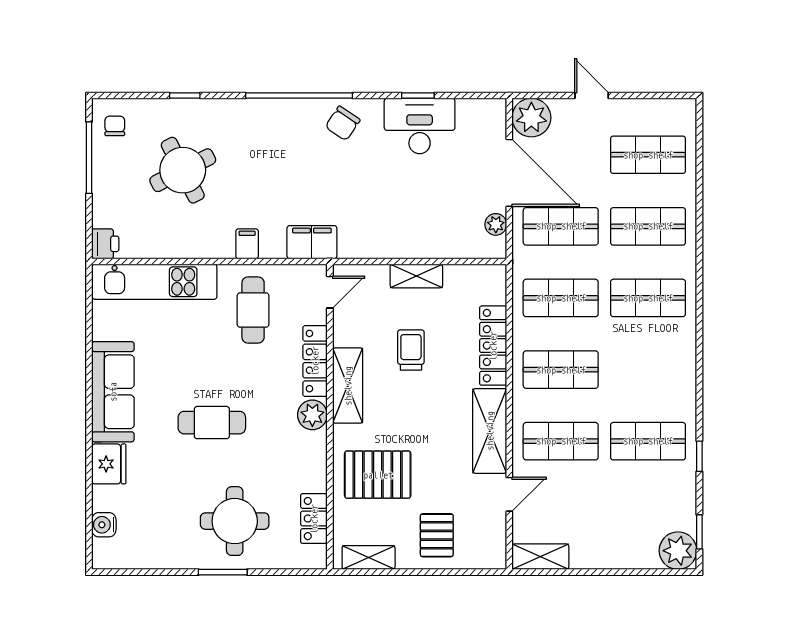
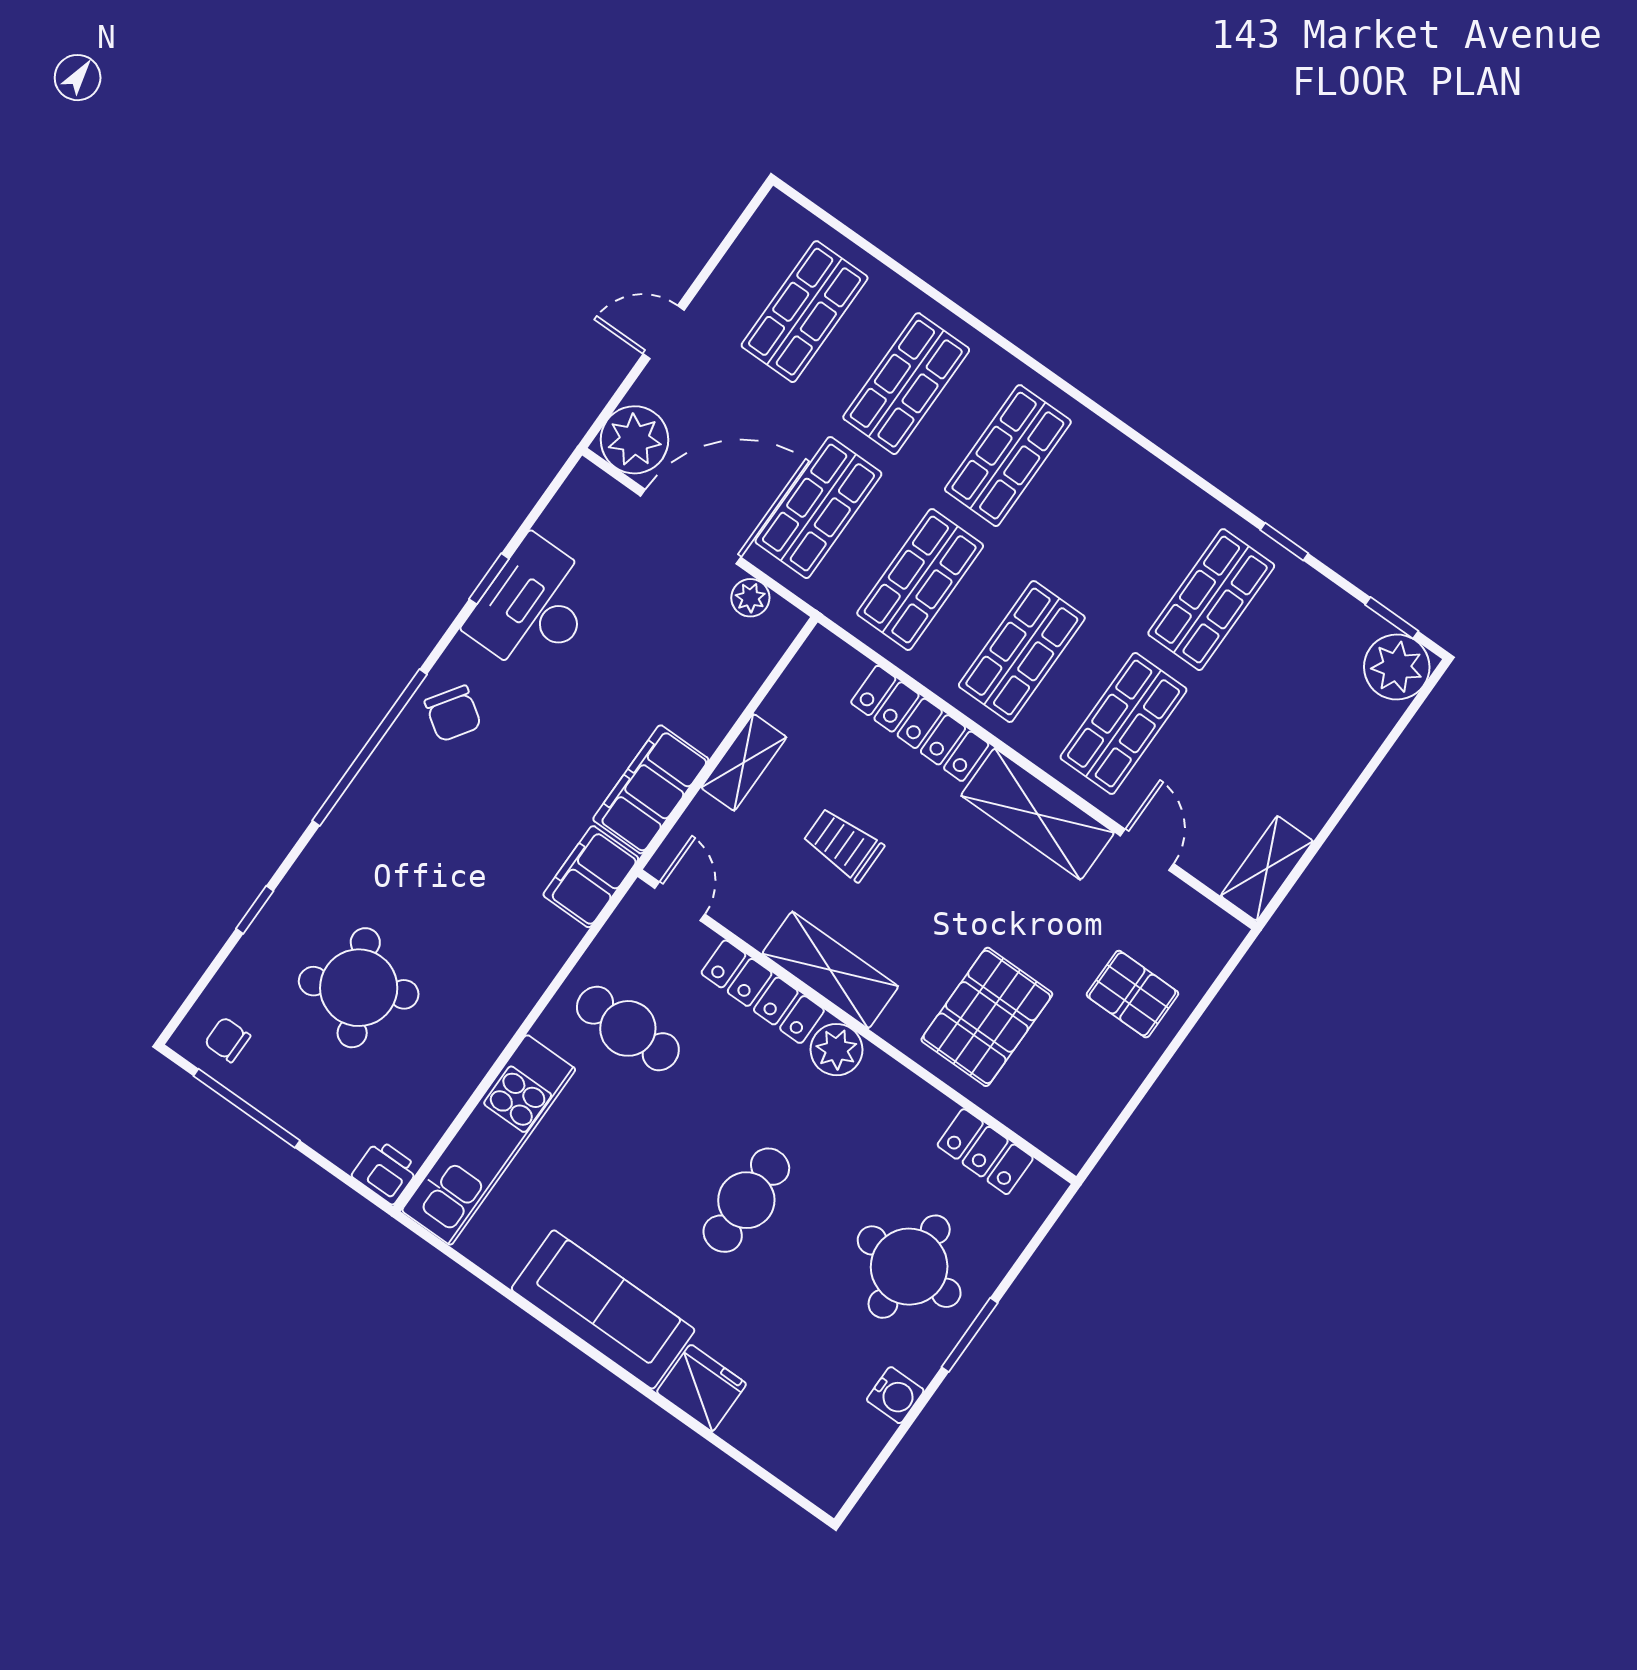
filing cabinet: (247, 244) -> (651, 789), moved, width x3.00, depth x1.17
water cooler: (104, 525) -> (895, 1395), moved, turned -90
shelving: (369, 557) -> (1095, 1113), removed

